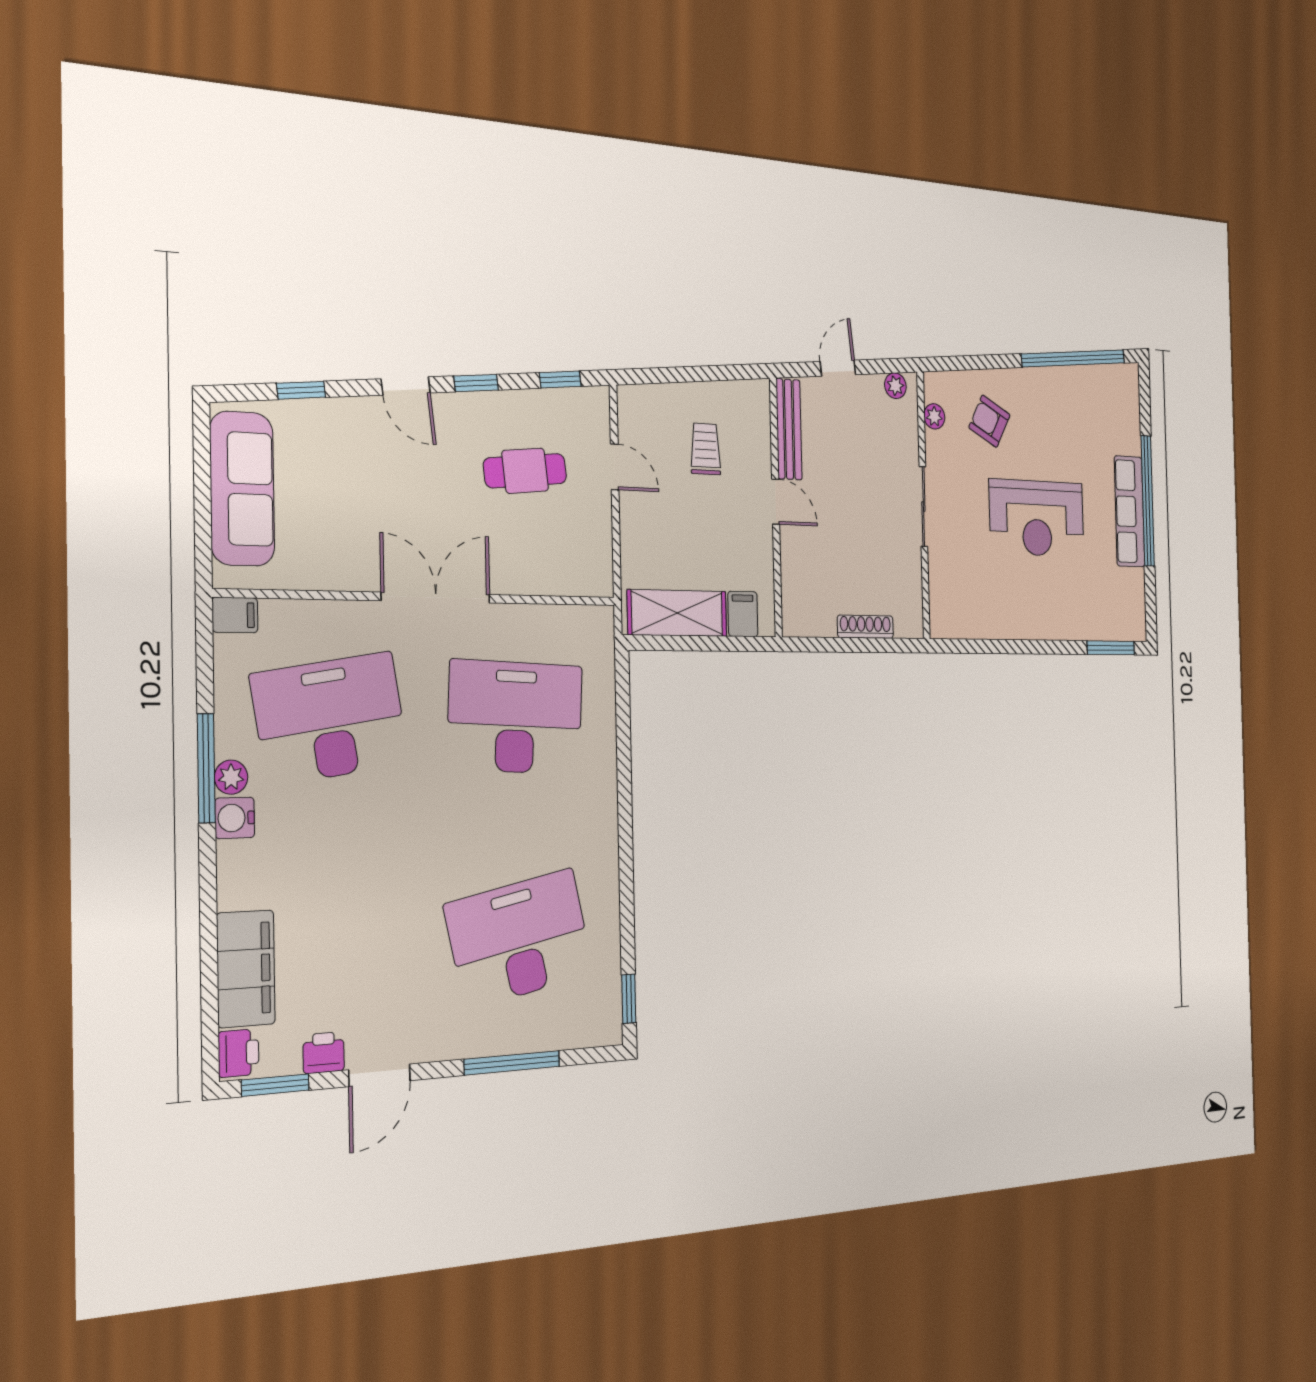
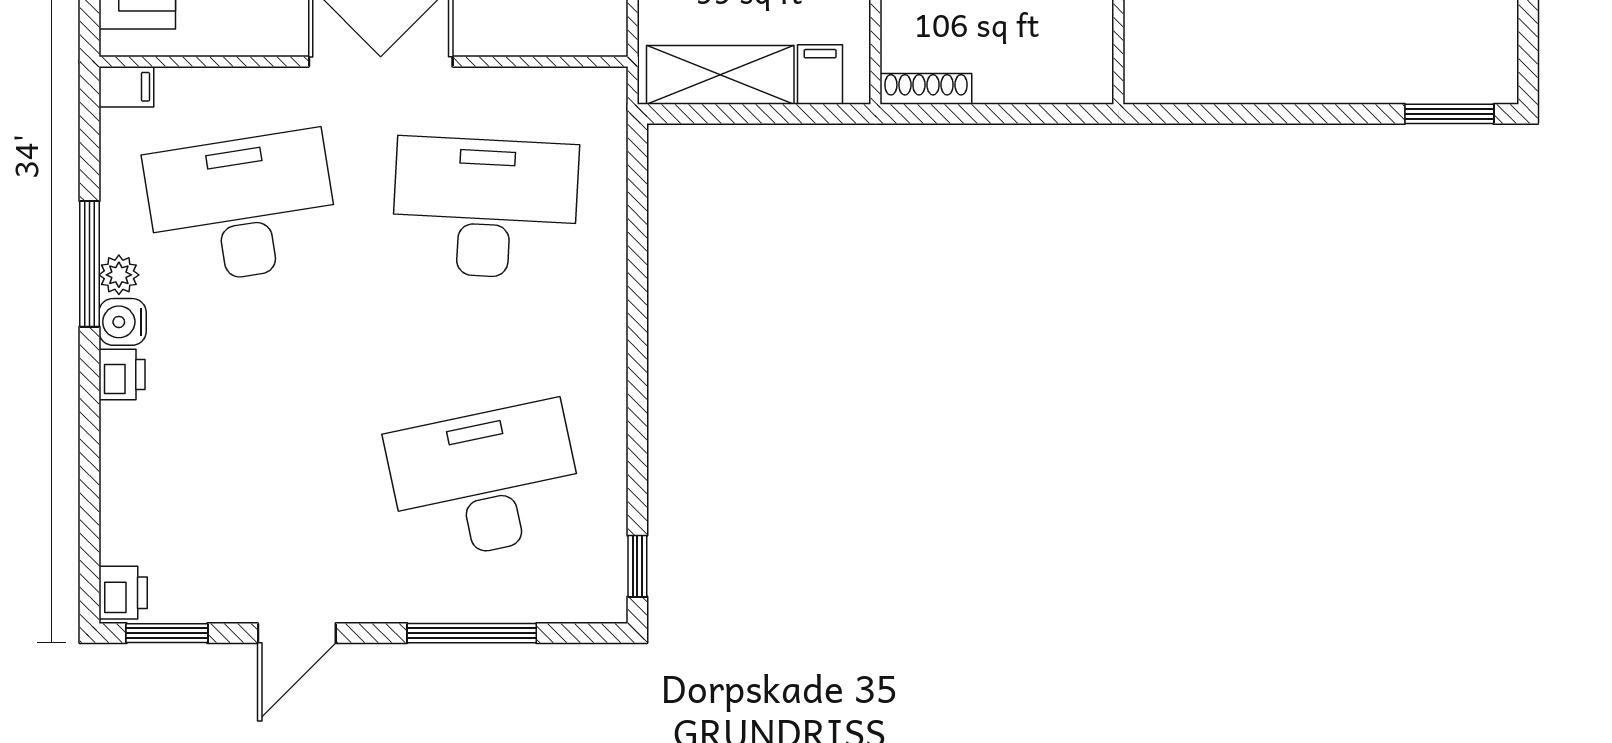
shoe rack: (865, 627) -> (926, 89), moved
filing cabinet: (246, 969) -> (133, 496), removed
printer: (324, 1053) -> (122, 375), moved, turned 90

